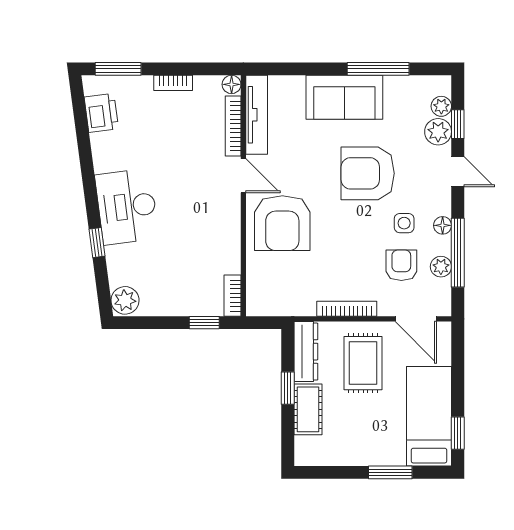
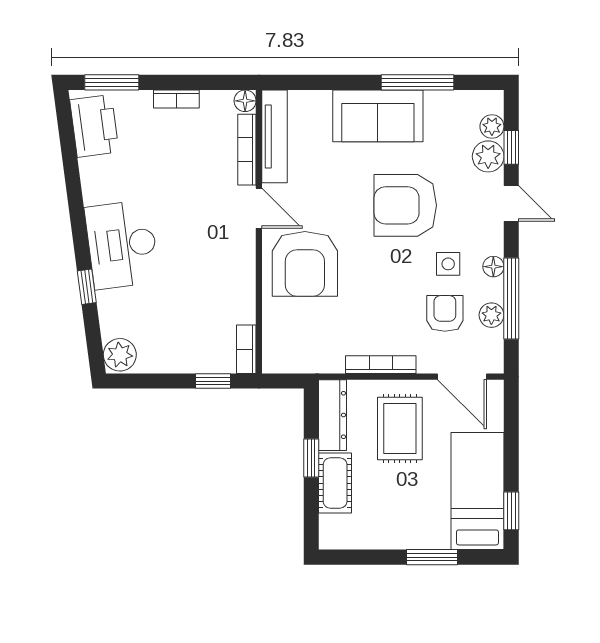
printer: (101, 113) -> (94, 126), width x1.37, depth x1.19

